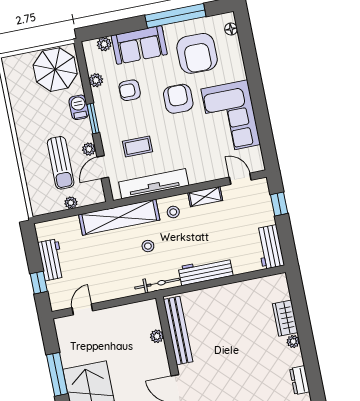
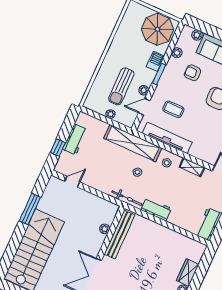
workbench: (206, 271) -> (156, 209), width x0.73

